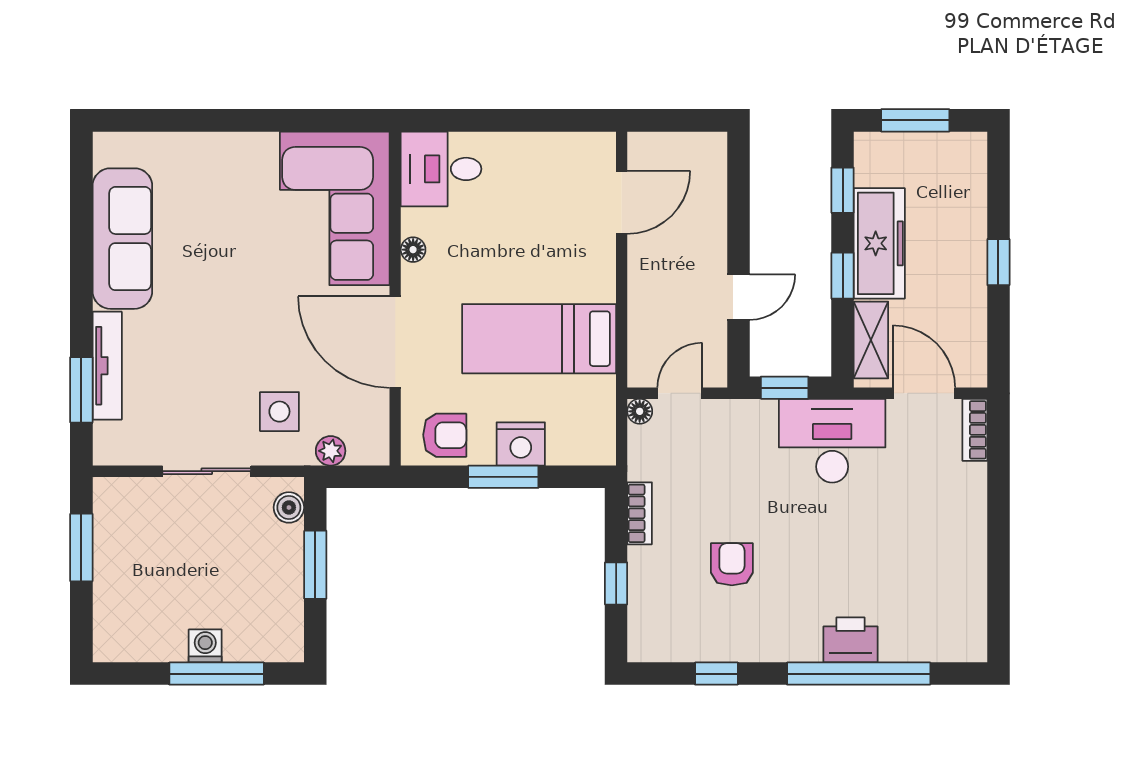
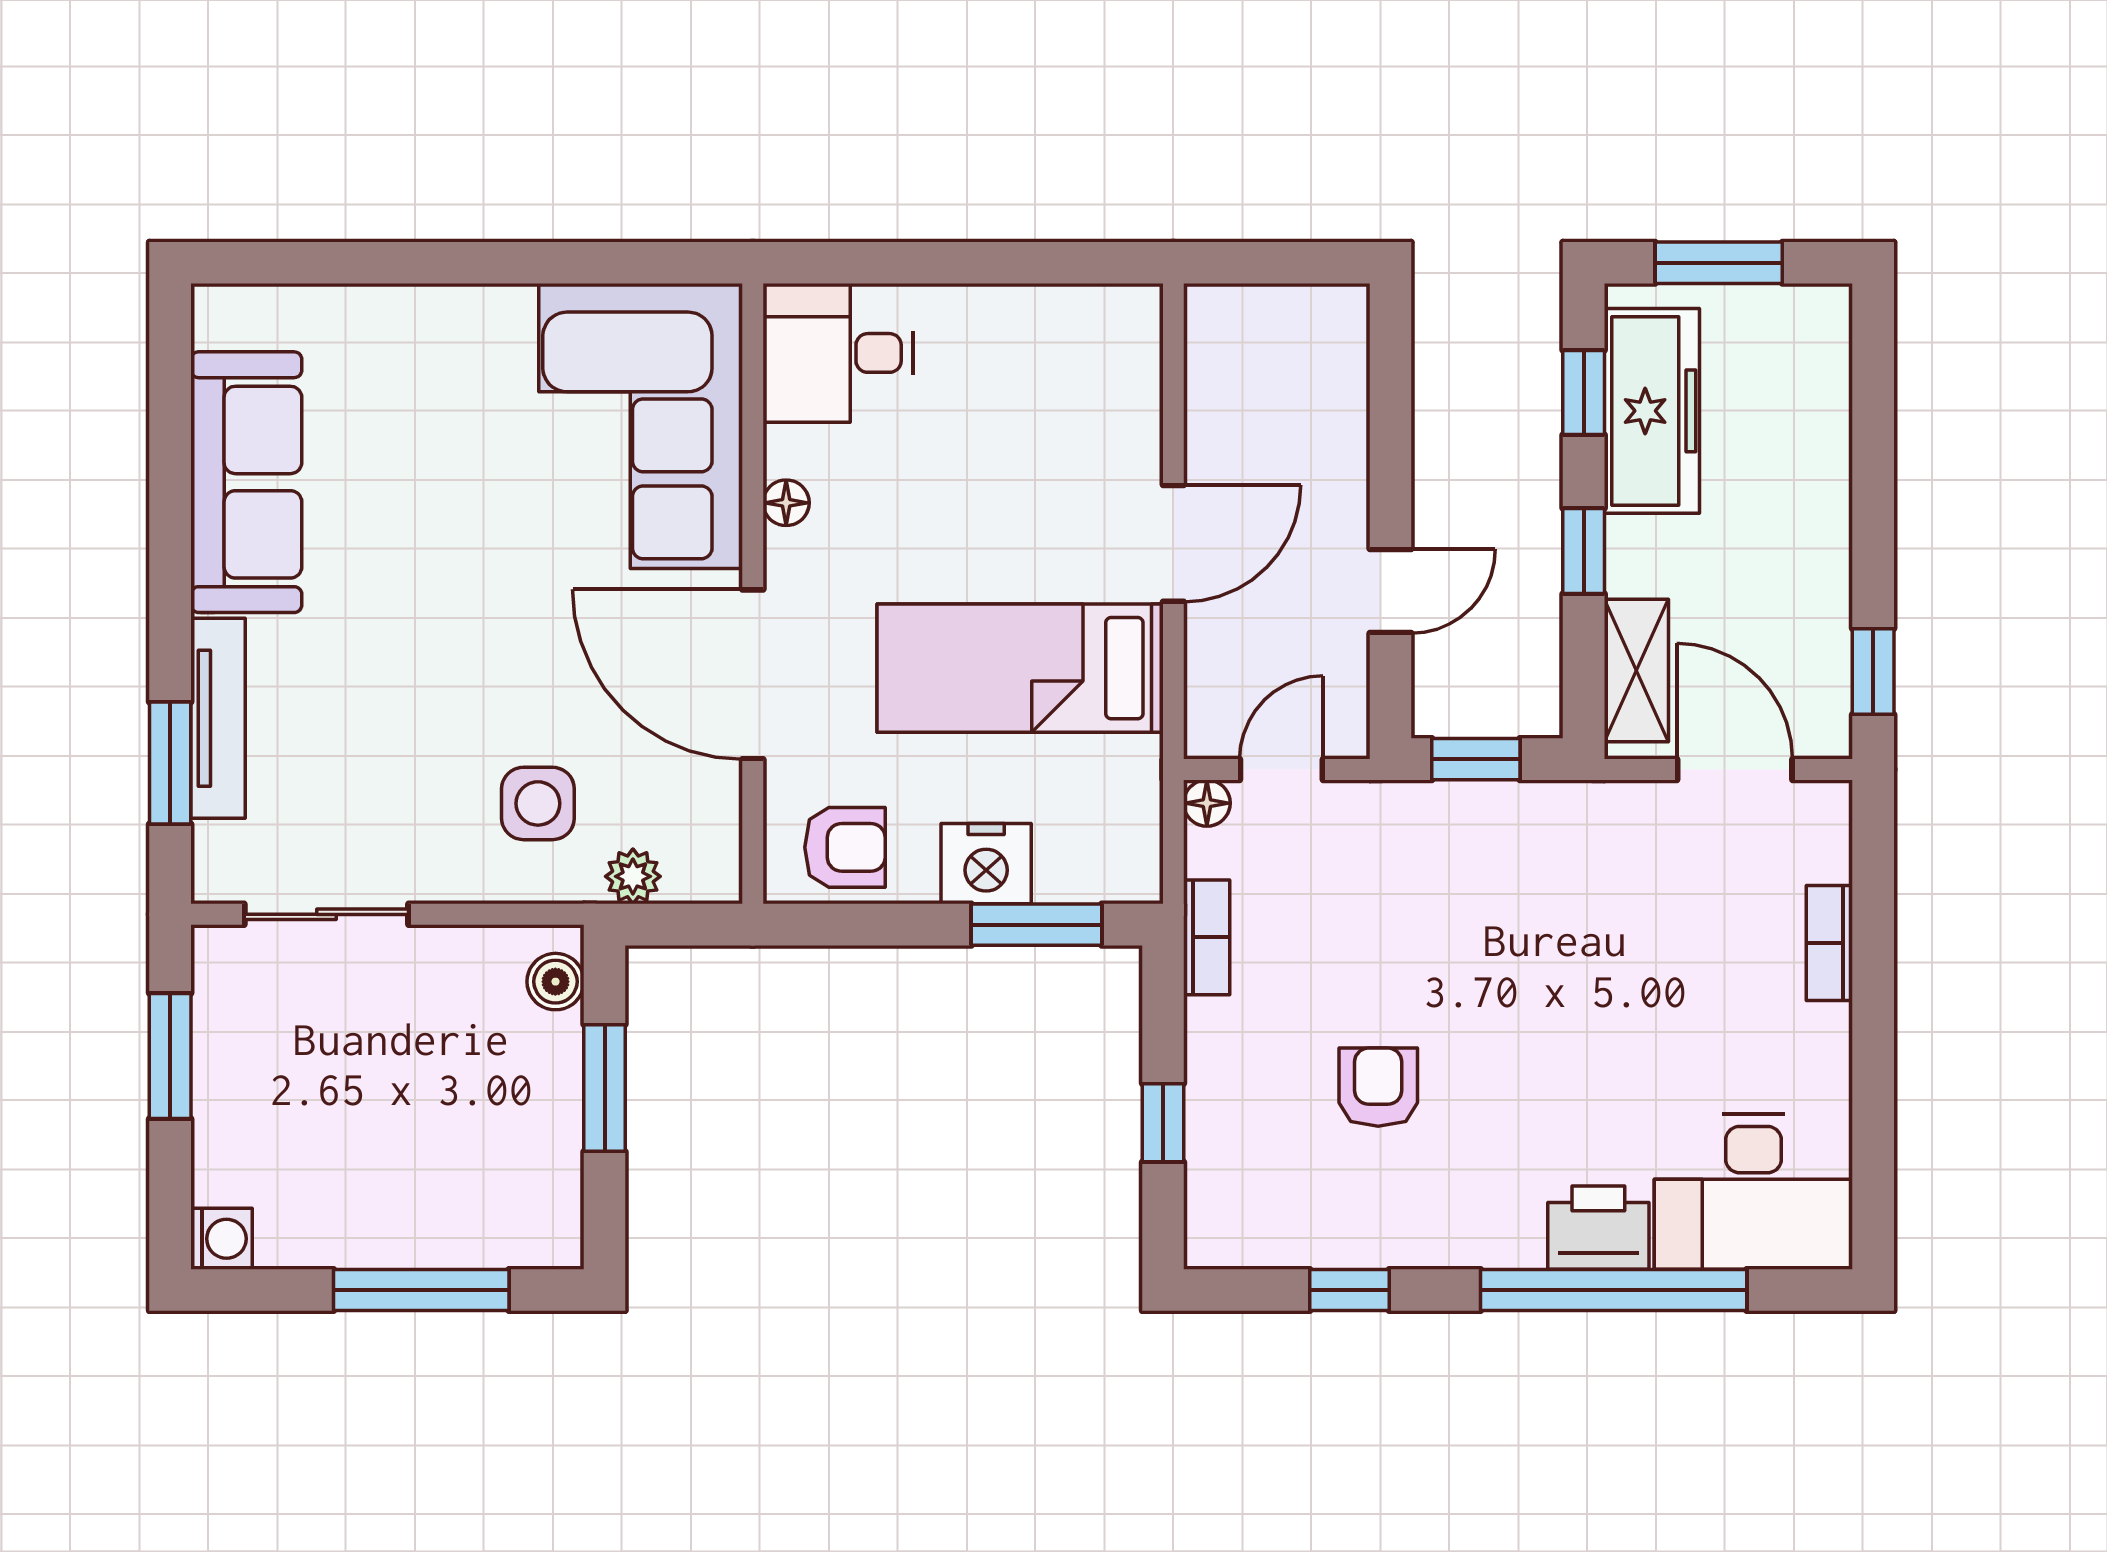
door: (622, 202) -> (1173, 543), moved
freezer: (879, 243) -> (1652, 411), moved
window: (998, 262) -> (1873, 672), moved
bookcase: (975, 430) -> (1829, 943), moved
desk: (832, 441) -> (1753, 1192), moved, turned 180
sliding door: (207, 471) -> (326, 914), moved
window: (503, 477) -> (1036, 925), moved
bookcase: (640, 513) -> (1207, 937), moved
washing machine: (205, 646) -> (222, 1239), moved, turned 90

